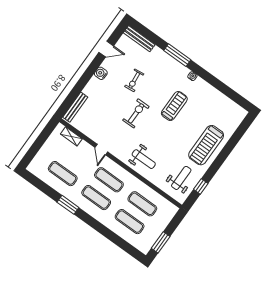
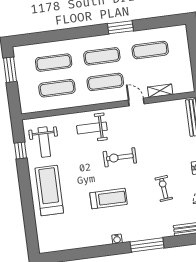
treadmill: (174, 106) -> (108, 199), turned -90
exercise bike: (136, 113) -> (120, 157), moved, turned 90
shelving: (71, 136) -> (160, 91), moved

